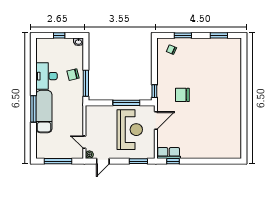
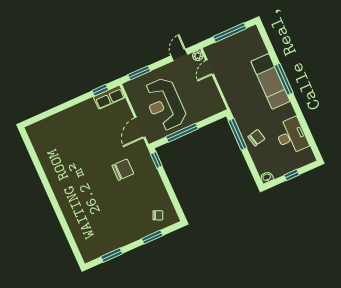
desk: (47, 76) -> (291, 136), moved
door: (84, 142) -> (210, 67), swing flipped

